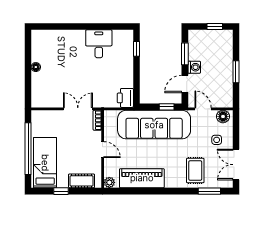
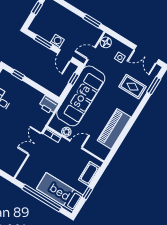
window: (236, 72) -> (92, 21), moved
plant: (109, 182) -> (66, 132), moved

